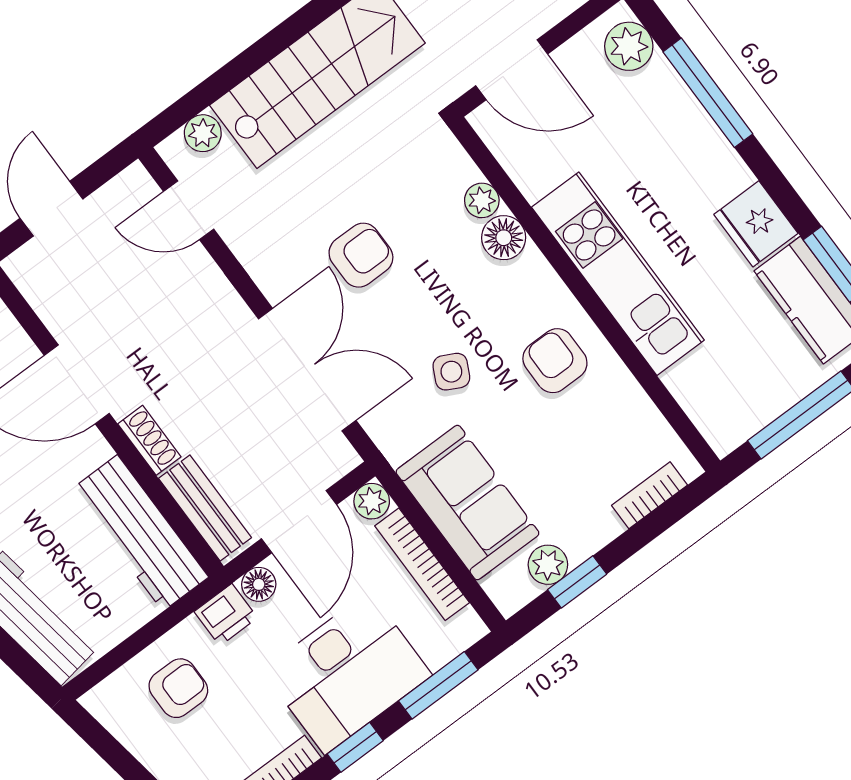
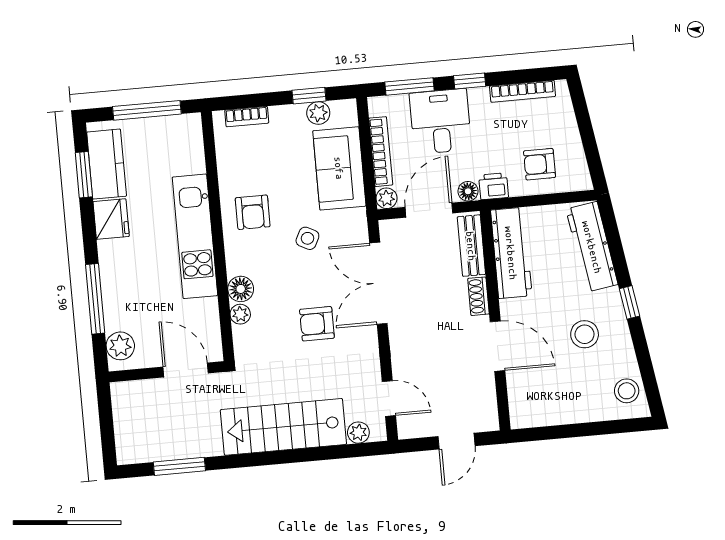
desk: (347, 673) -> (440, 121), width x0.73

